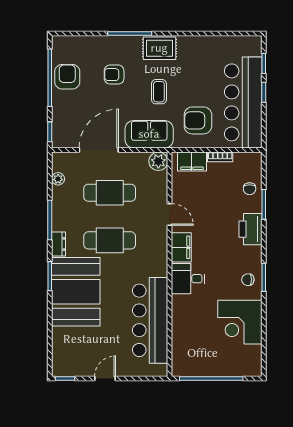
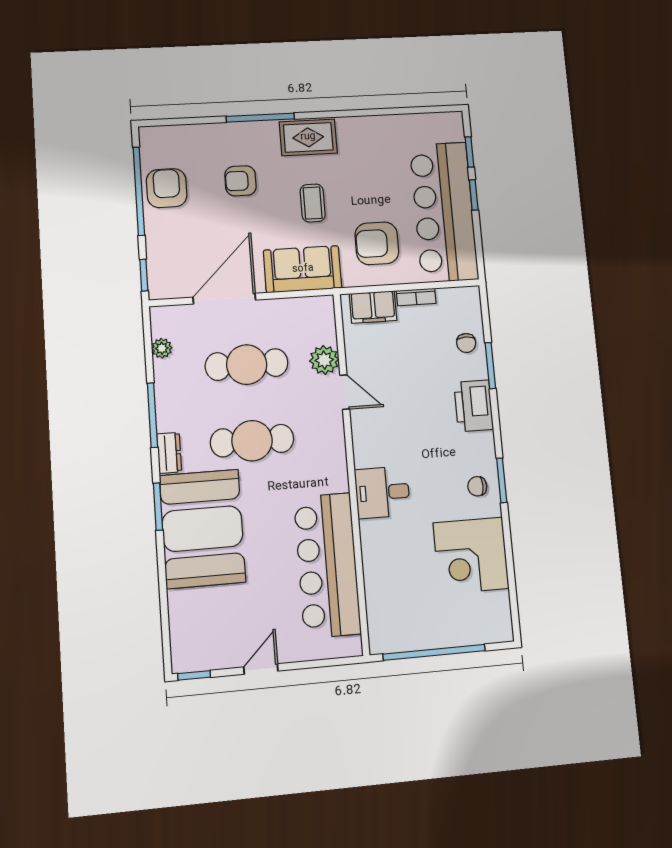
plant: (158, 161) -> (324, 360), moved
filing cabinet: (181, 247) -> (368, 443), removed

